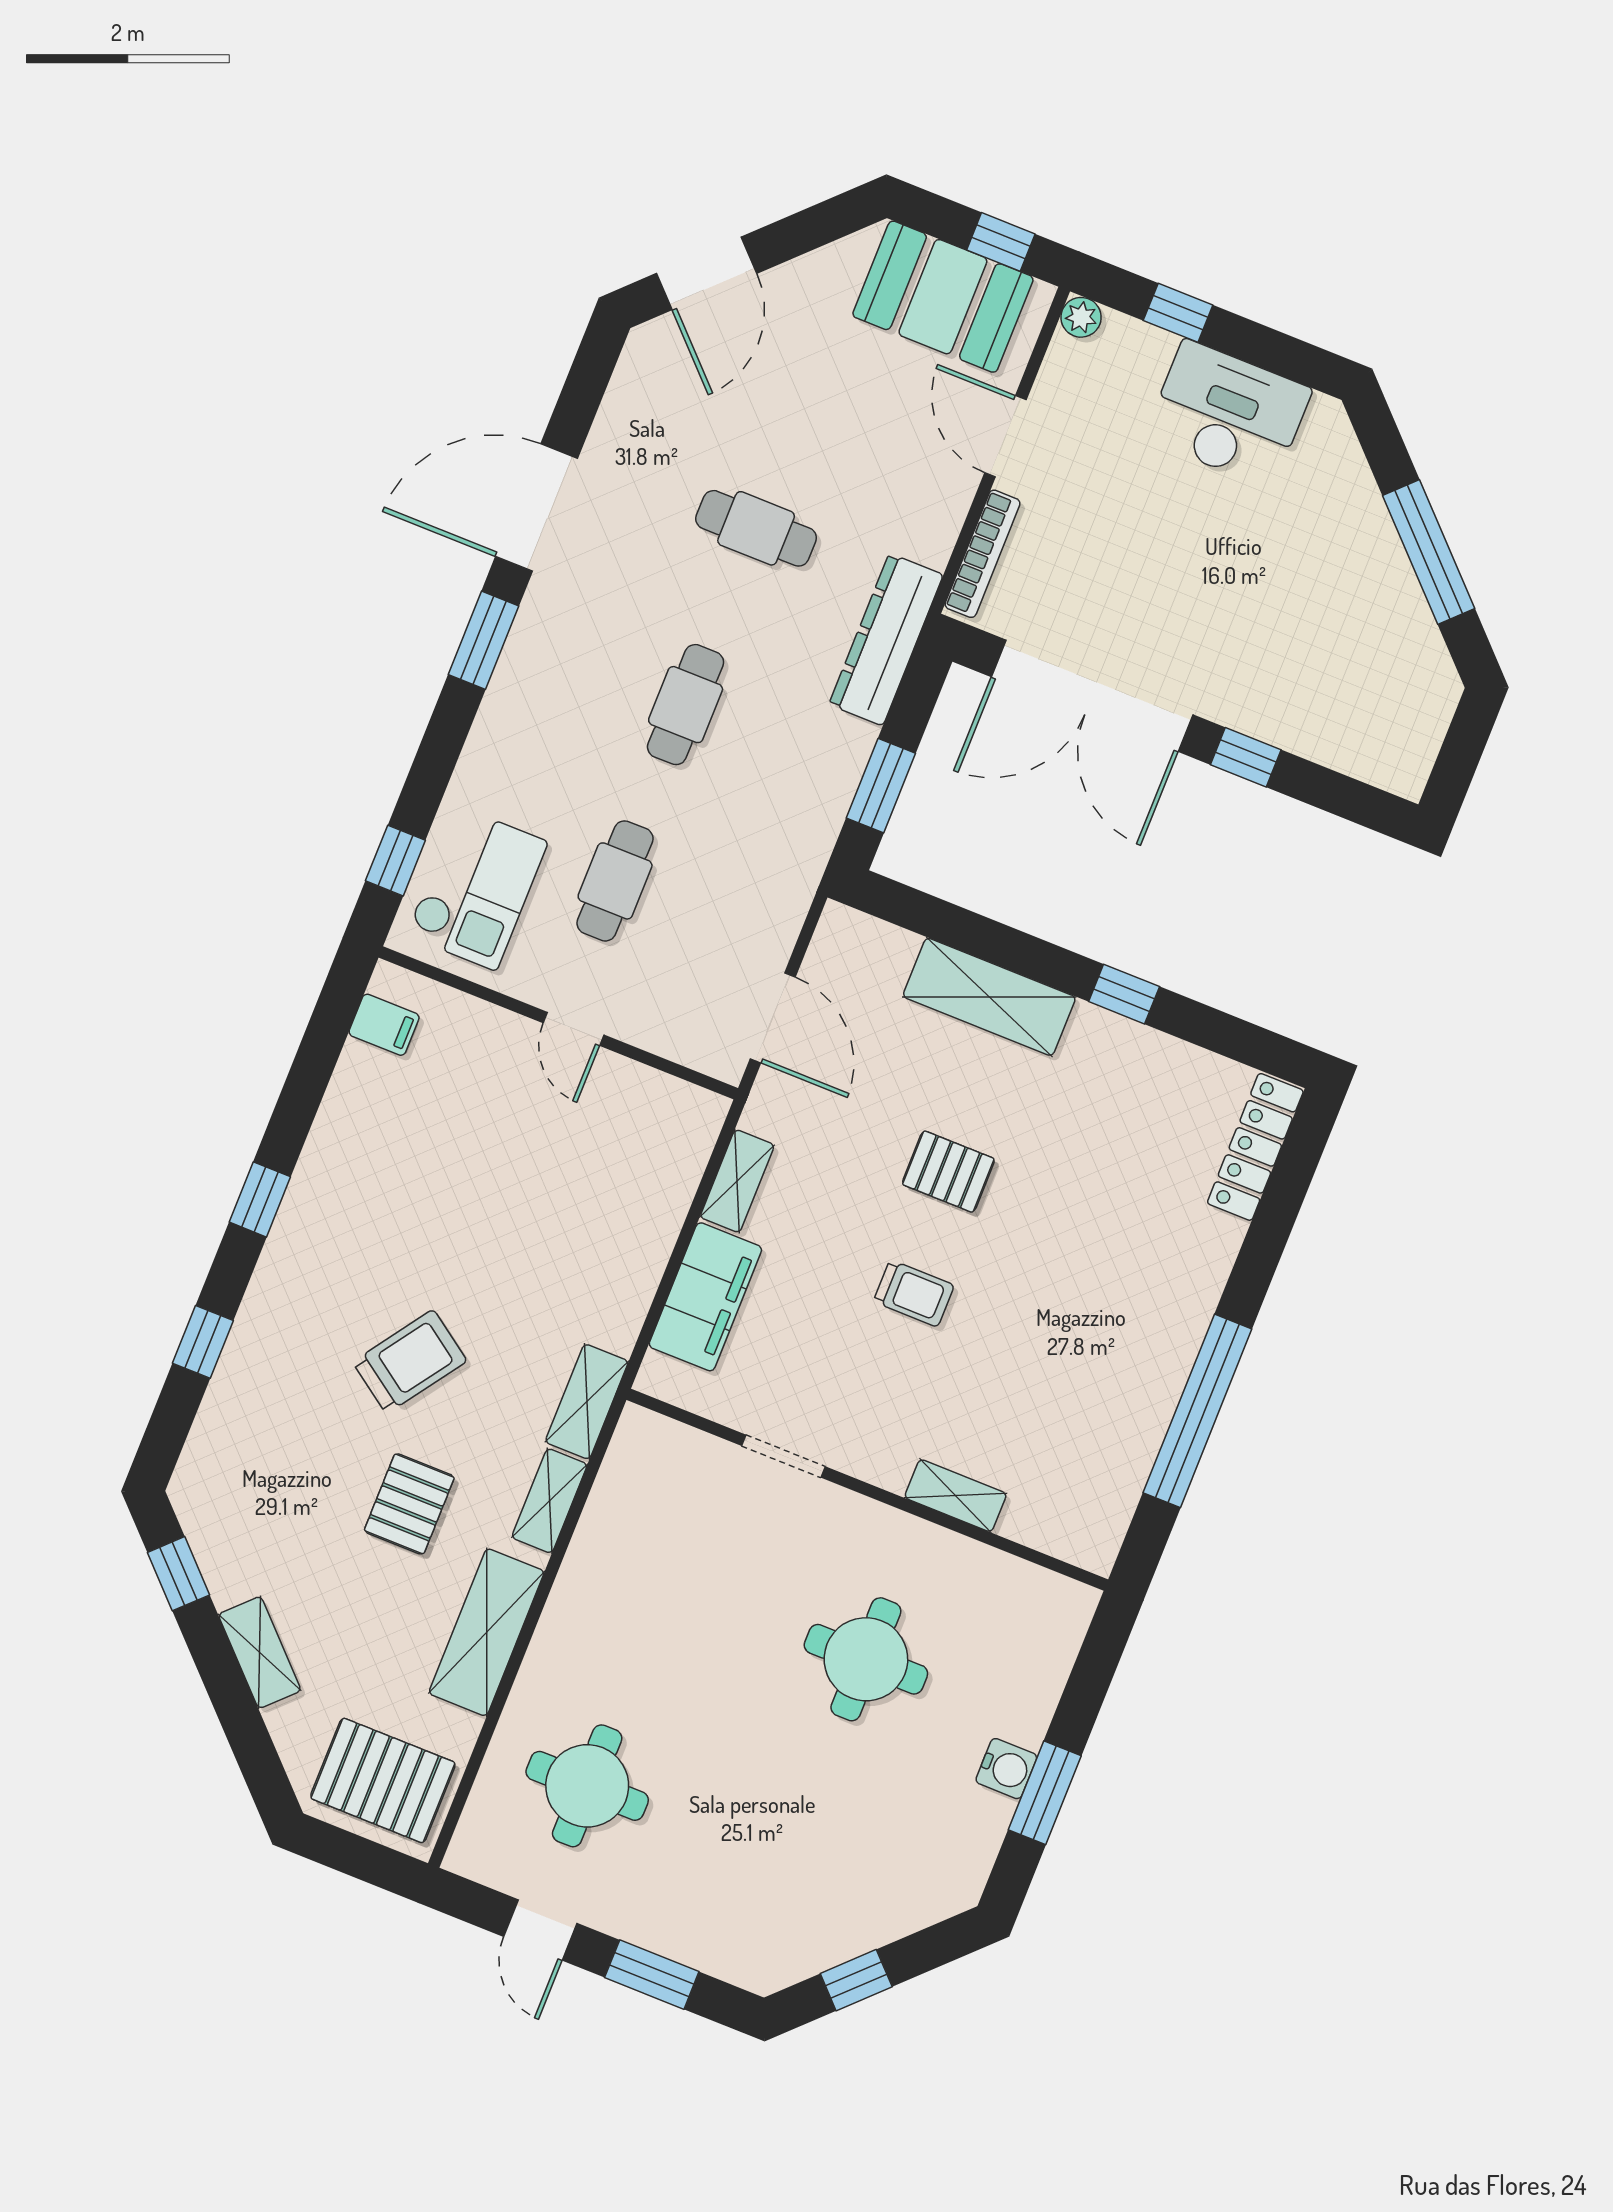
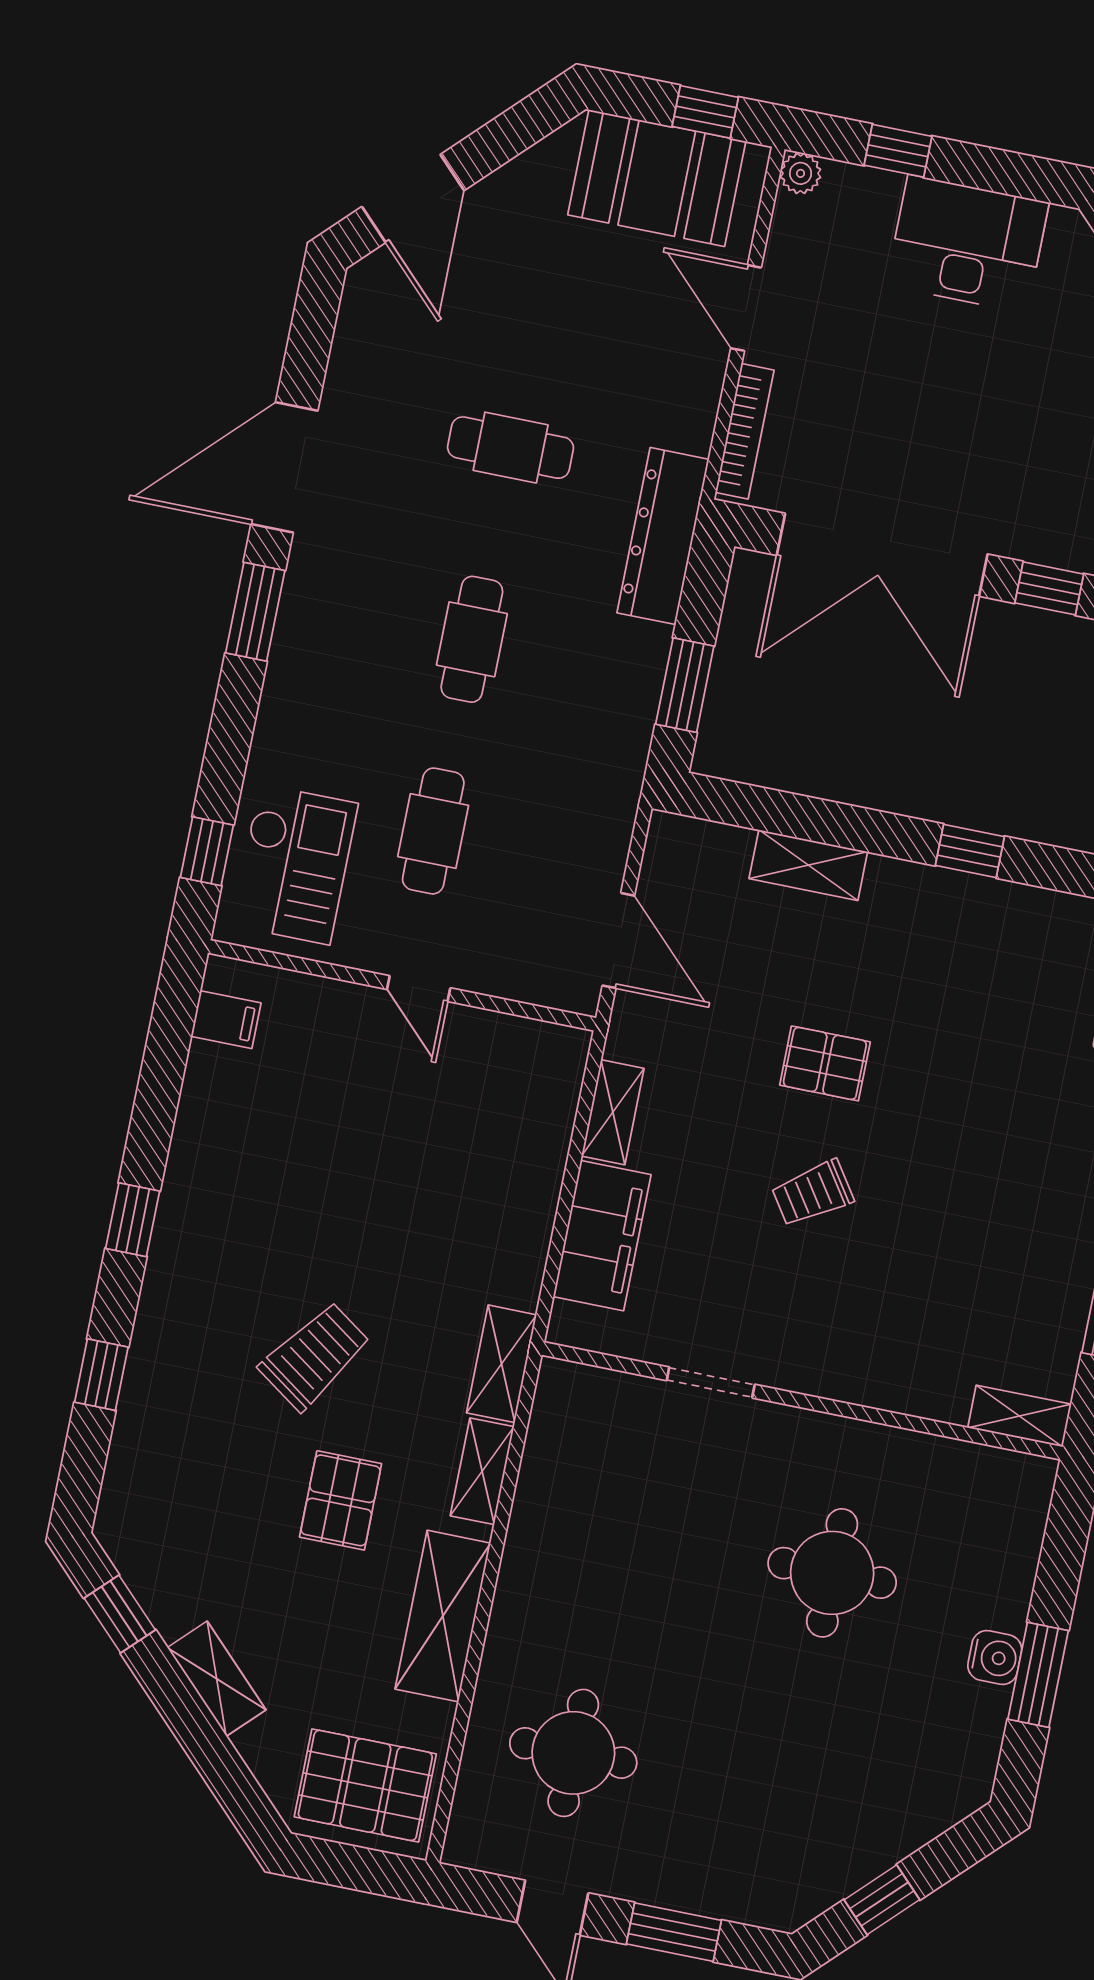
shelving: (989, 997) -> (808, 865), width x0.67, depth x0.75
trolley: (914, 1293) -> (813, 1193), turned 146
shelving: (956, 1496) -> (1020, 1416), moved

